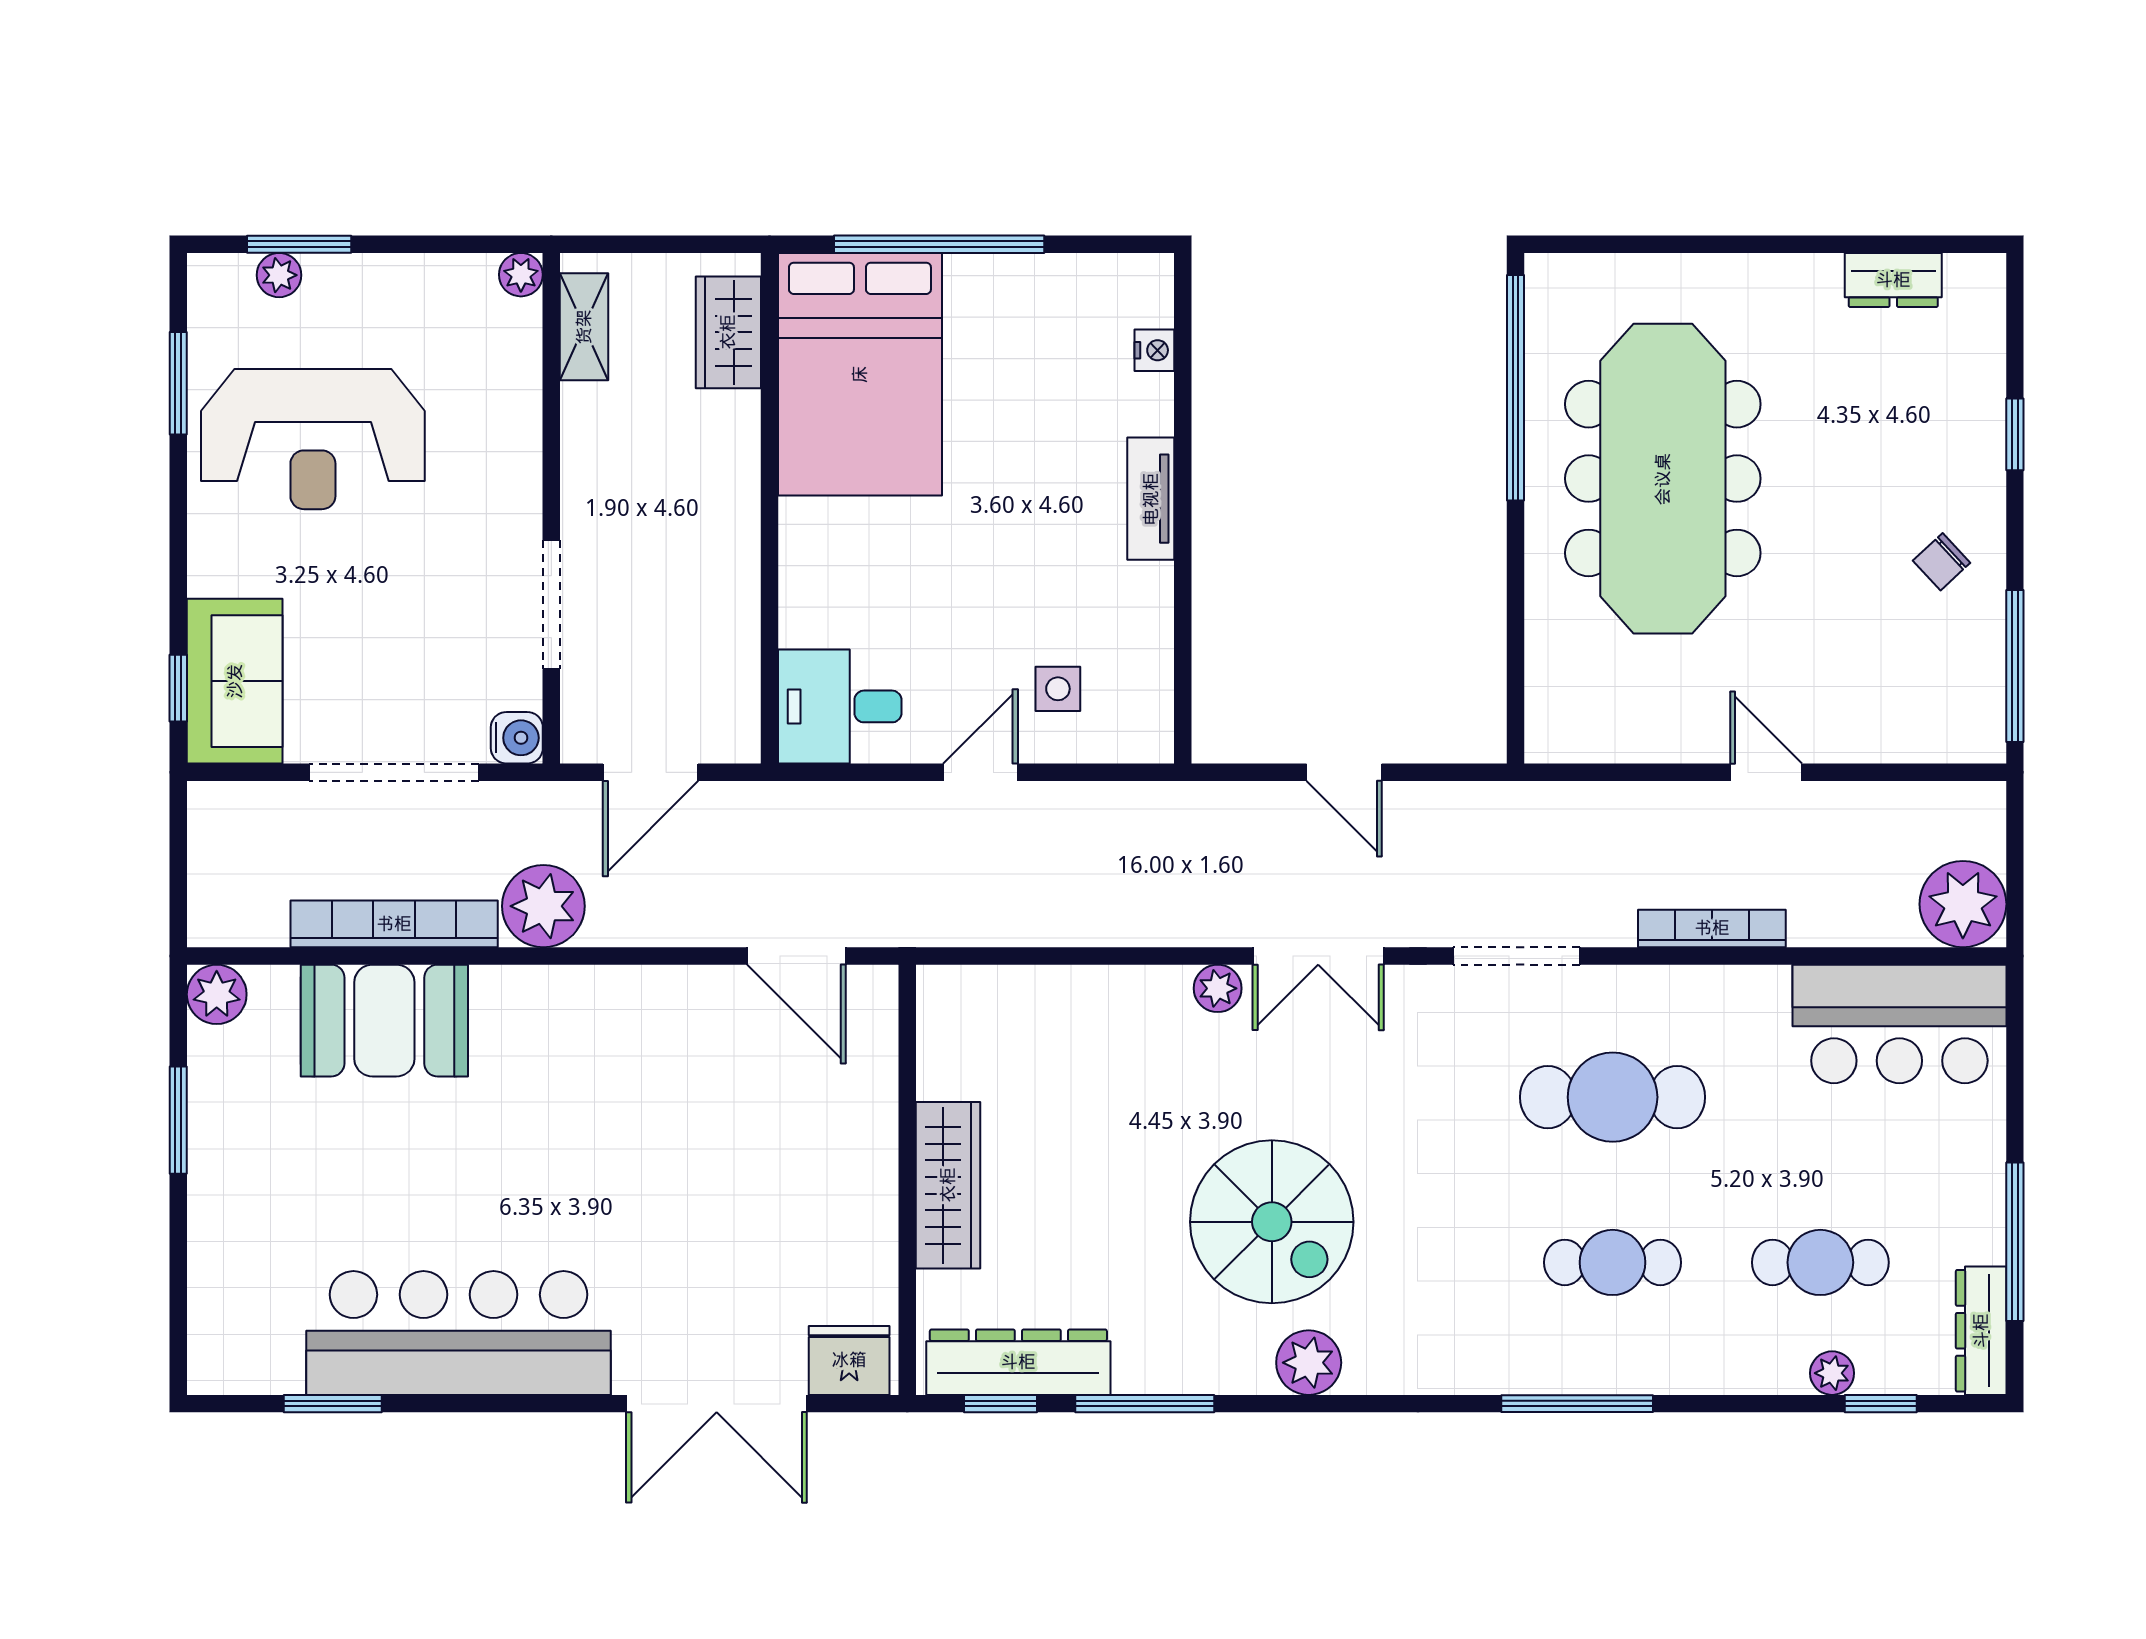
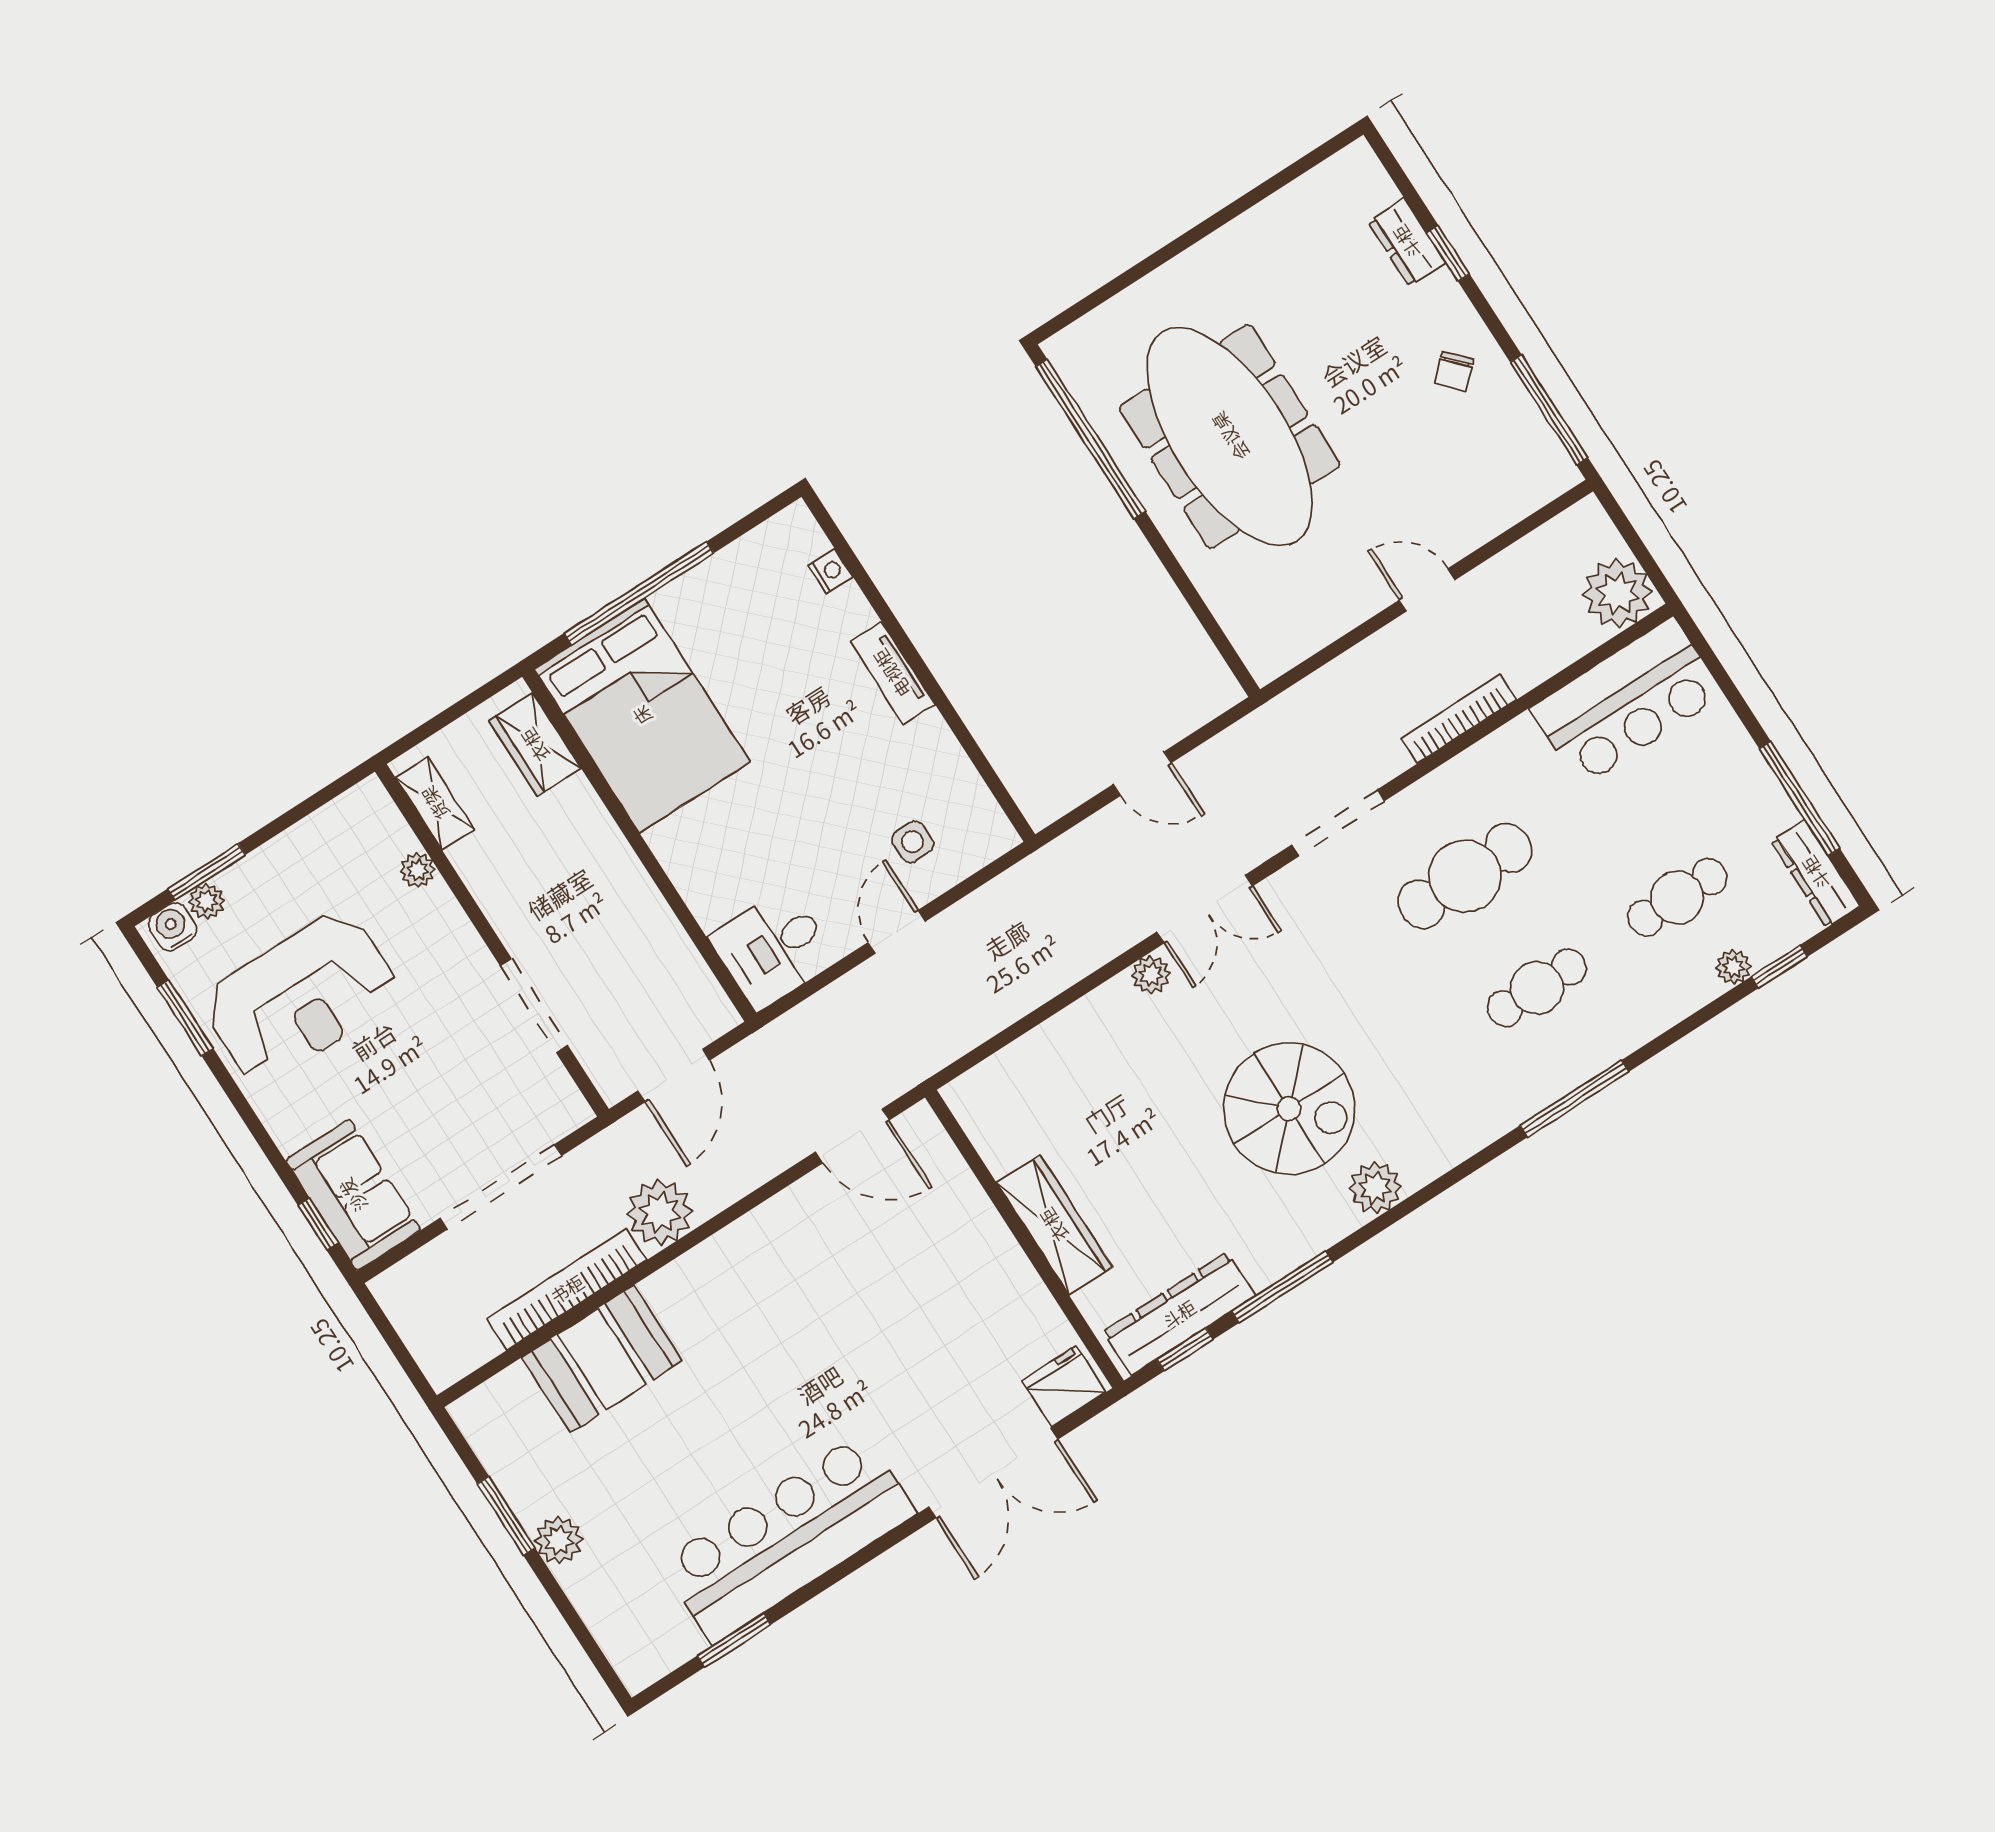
plant: (521, 275) -> (417, 870), moved
dresser: (1893, 280) -> (1407, 242), moved, turned 90
water cooler: (517, 738) -> (172, 927), moved, turned -90
plant: (217, 994) -> (558, 1540), moved

